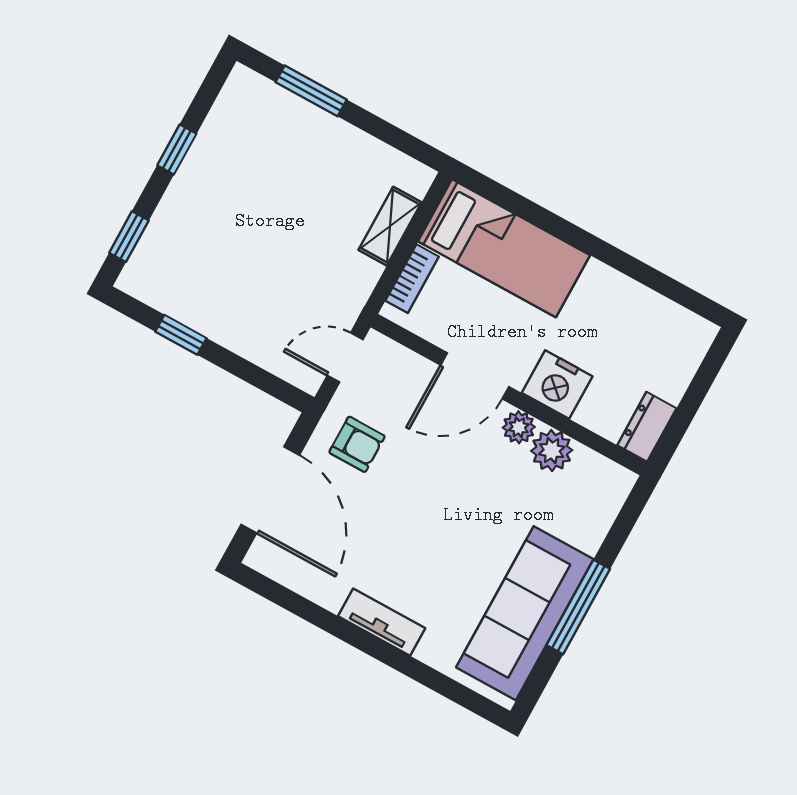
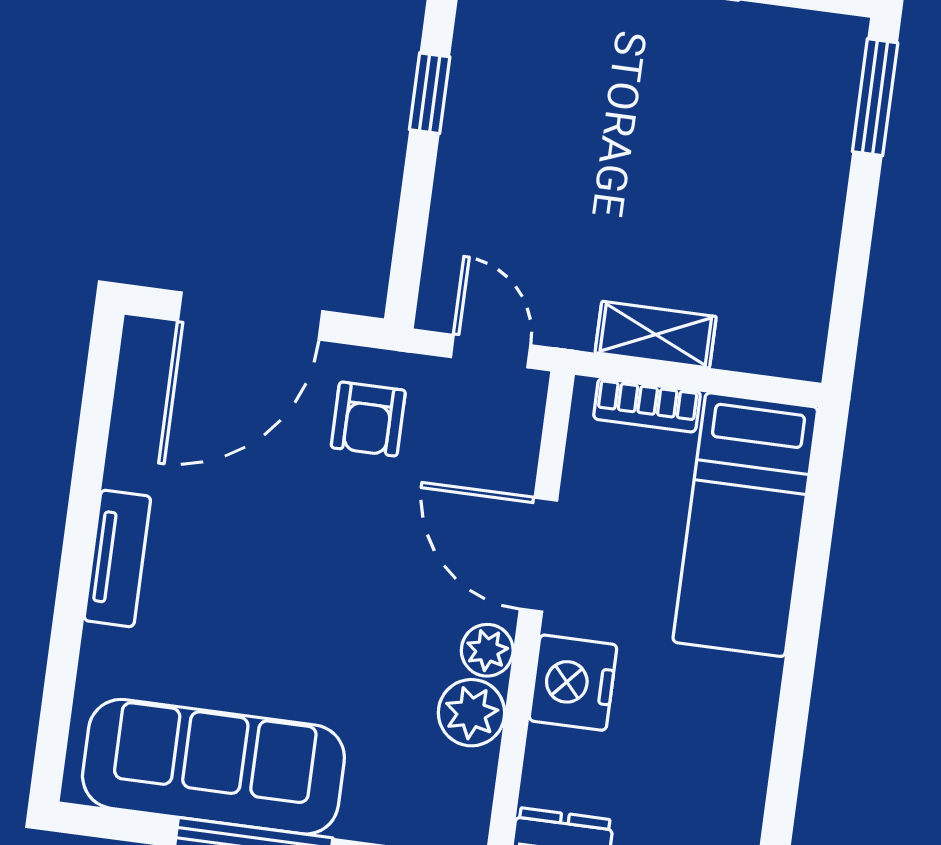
window: (311, 91) -> (875, 97), moved
shelving: (390, 226) -> (656, 335), moved

